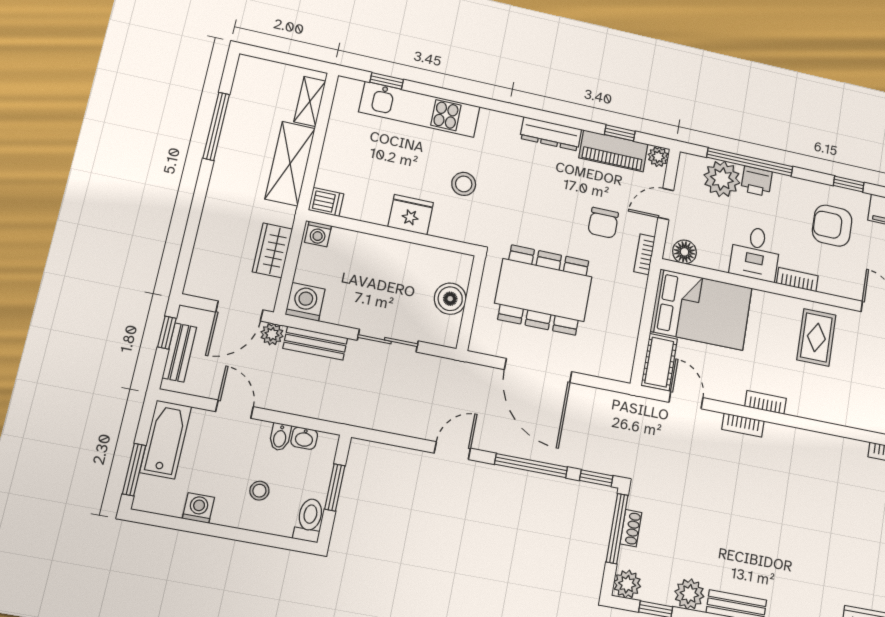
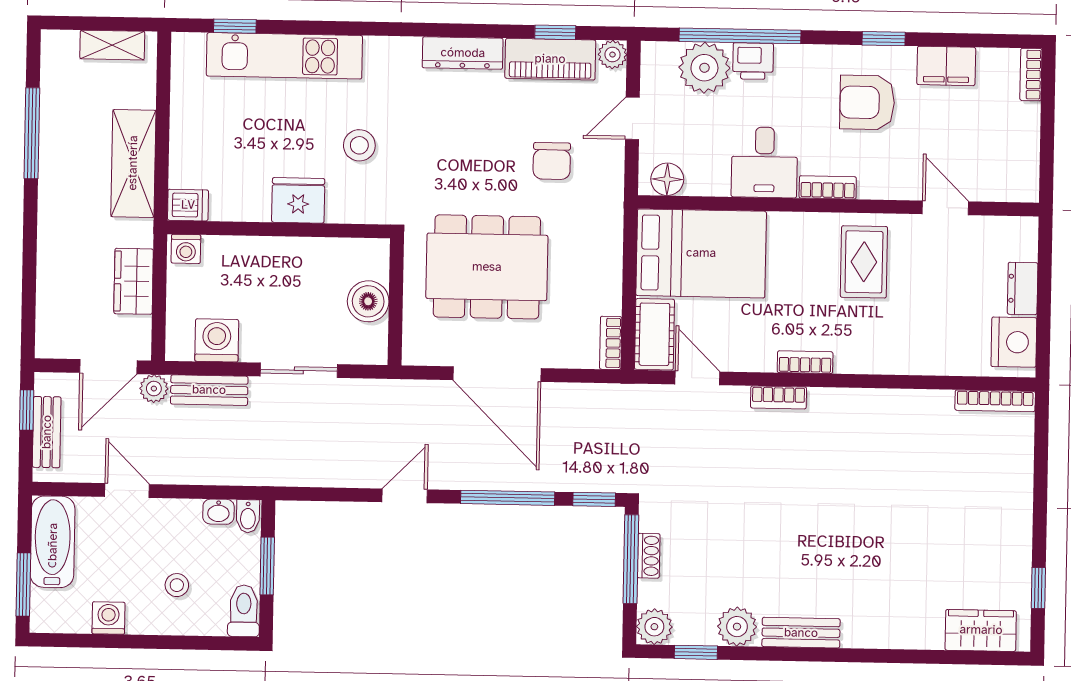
shelving: (310, 101) -> (112, 45), moved, turned 90
bookcase: (644, 254) -> (611, 343), moved
washing machine: (305, 302) -> (217, 340), moved
bidet: (280, 437) -> (248, 516), moved

